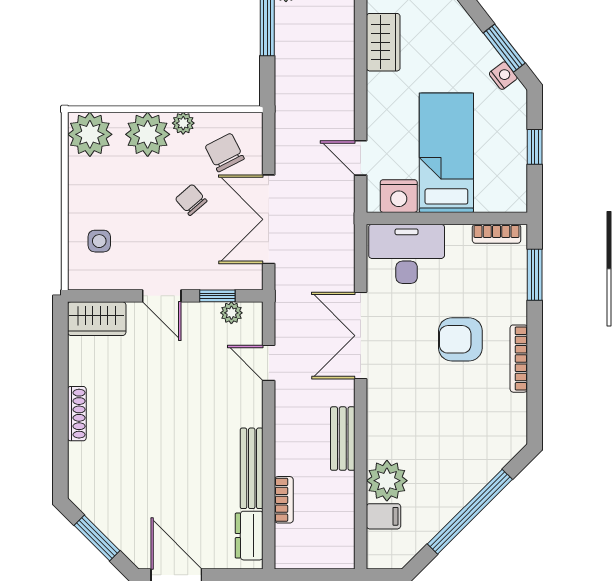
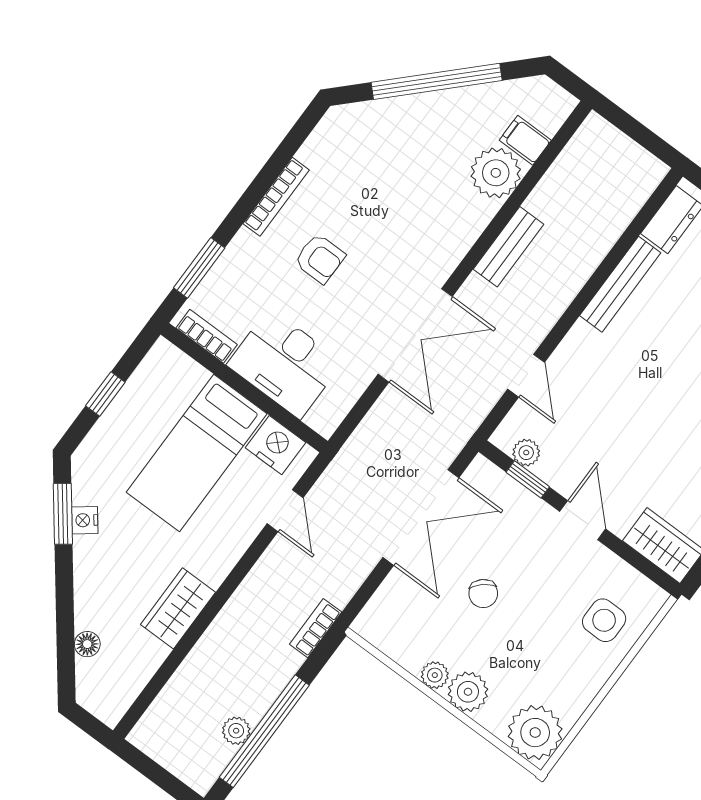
nightstand: (503, 76) -> (85, 520), moved
plant: (148, 134) -> (468, 692), width x0.73, depth x0.73
chair: (225, 153) -> (415, 616), removed
side table: (99, 241) -> (604, 620), width x1.37, depth x1.37
desk: (407, 254) -> (285, 363), moved
armchair: (460, 339) -> (320, 259), width x0.72, depth x0.72
bookcase: (284, 500) -> (316, 628), moved

